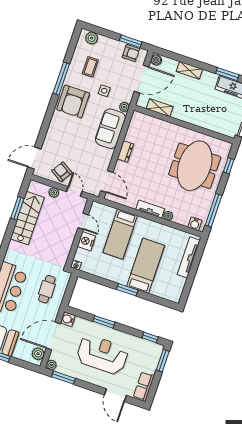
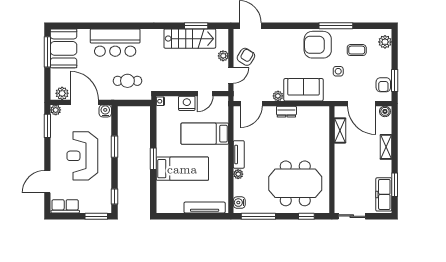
plant: (124, 107) -> (278, 96), moved
reception desk: (102, 355) -> (82, 156), turned 180

